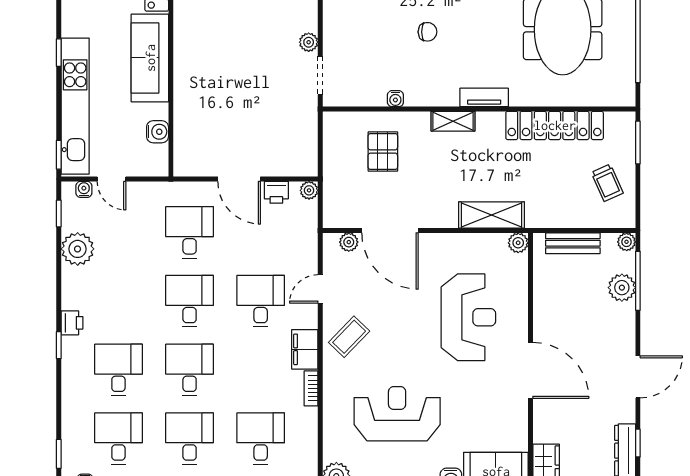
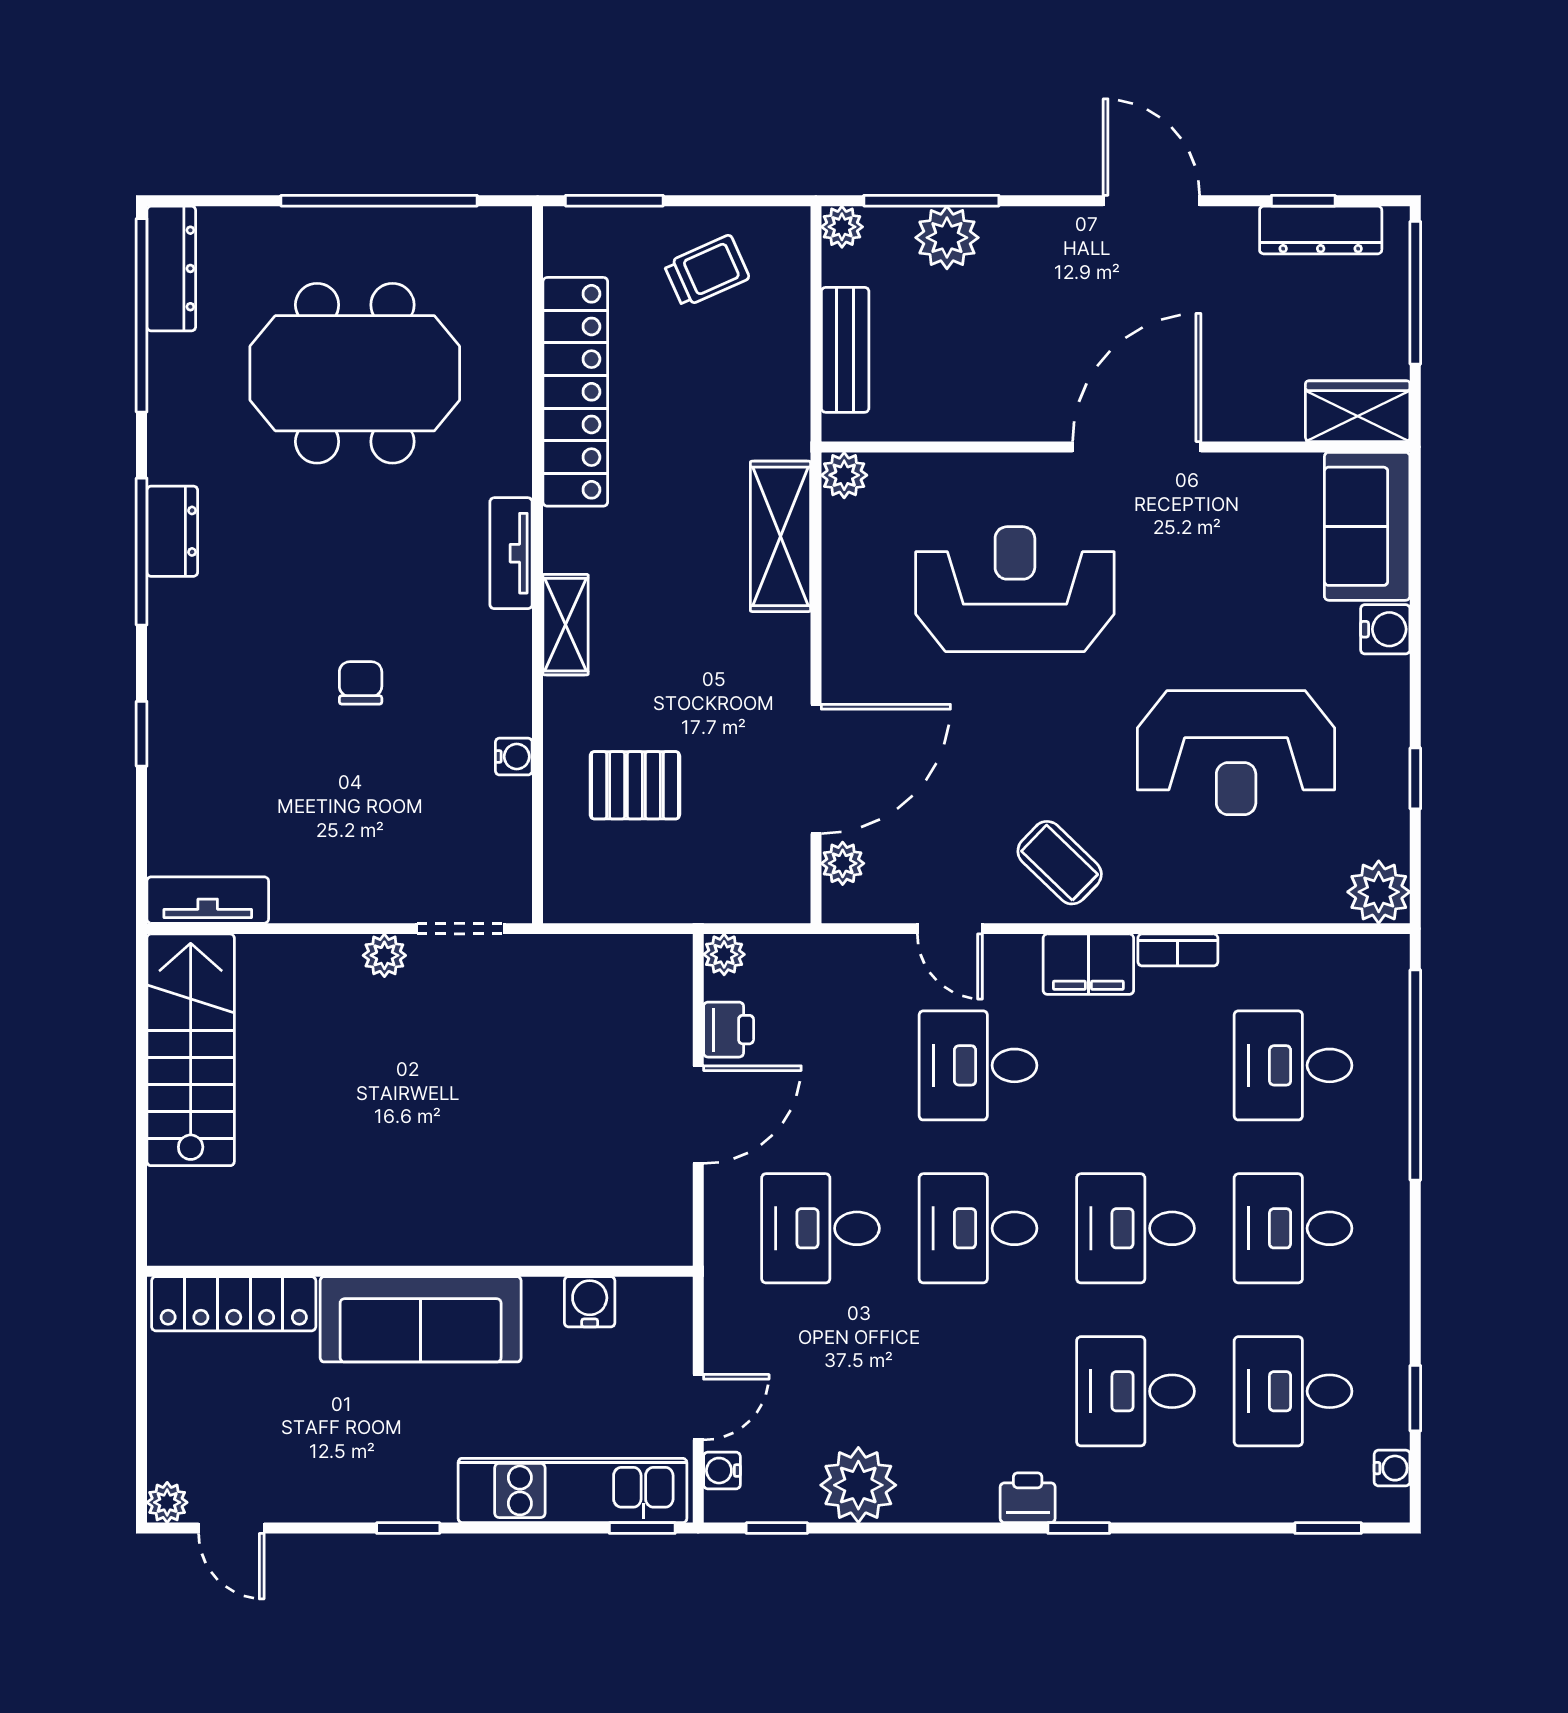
kitchen unit: (75, 106) -> (572, 1490), width x0.73
reception desk: (397, 414) -> (1236, 753), turned -90

